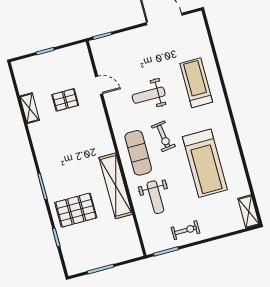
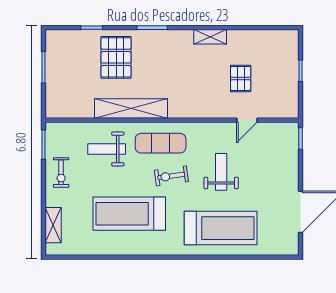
treadmill: (196, 83) -> (221, 228), width x1.37, depth x1.38
shelving: (30, 108) -> (210, 37), moved
shelving: (249, 212) -> (53, 225), moved, turned 90

